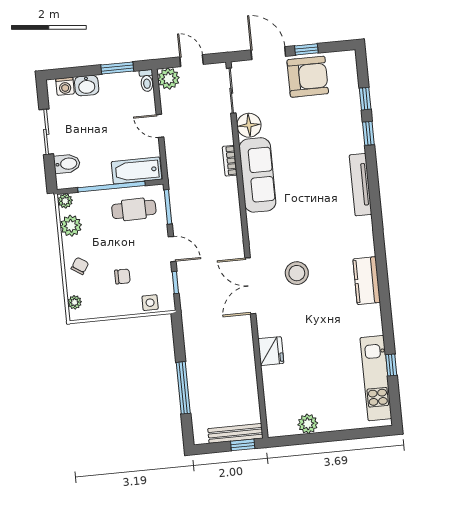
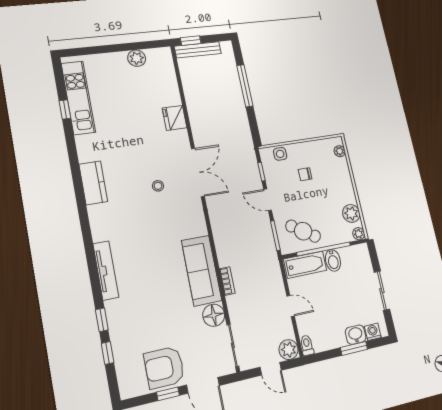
window: (117, 68) -> (354, 348), moved
bidet: (67, 164) -> (333, 260), moved, turned -90
cafe table: (134, 209) -> (303, 231), turned 34
chair: (80, 266) -> (340, 181), removed
stool: (297, 273) -> (158, 186), width x0.53, depth x0.53

